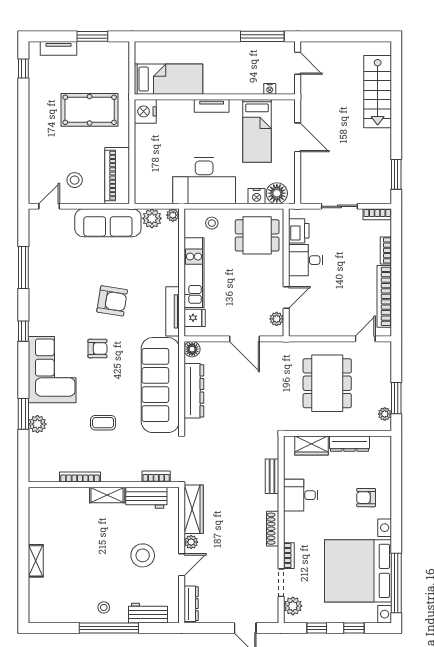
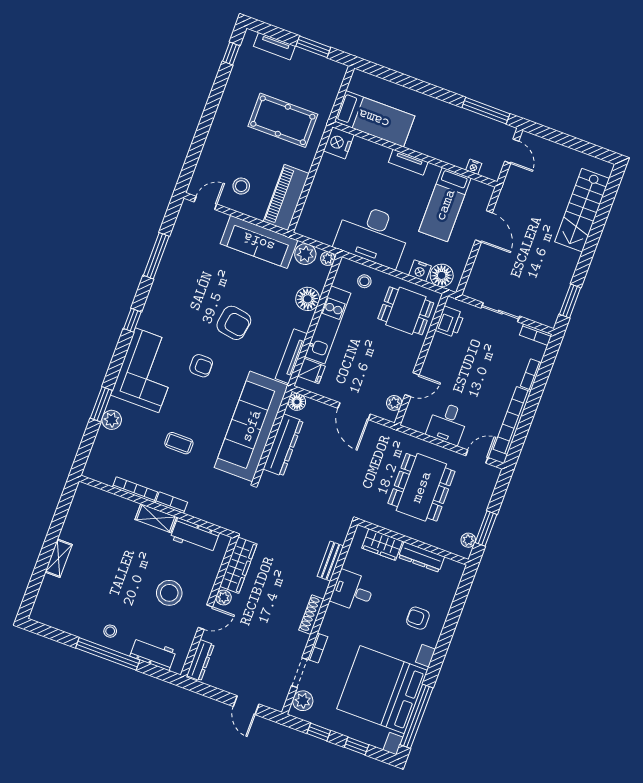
floor lamp: (168, 257) -> (308, 299), added
desk: (306, 260) -> (448, 423), moved, turned -90
bookcase: (156, 477) -> (171, 503), moved

